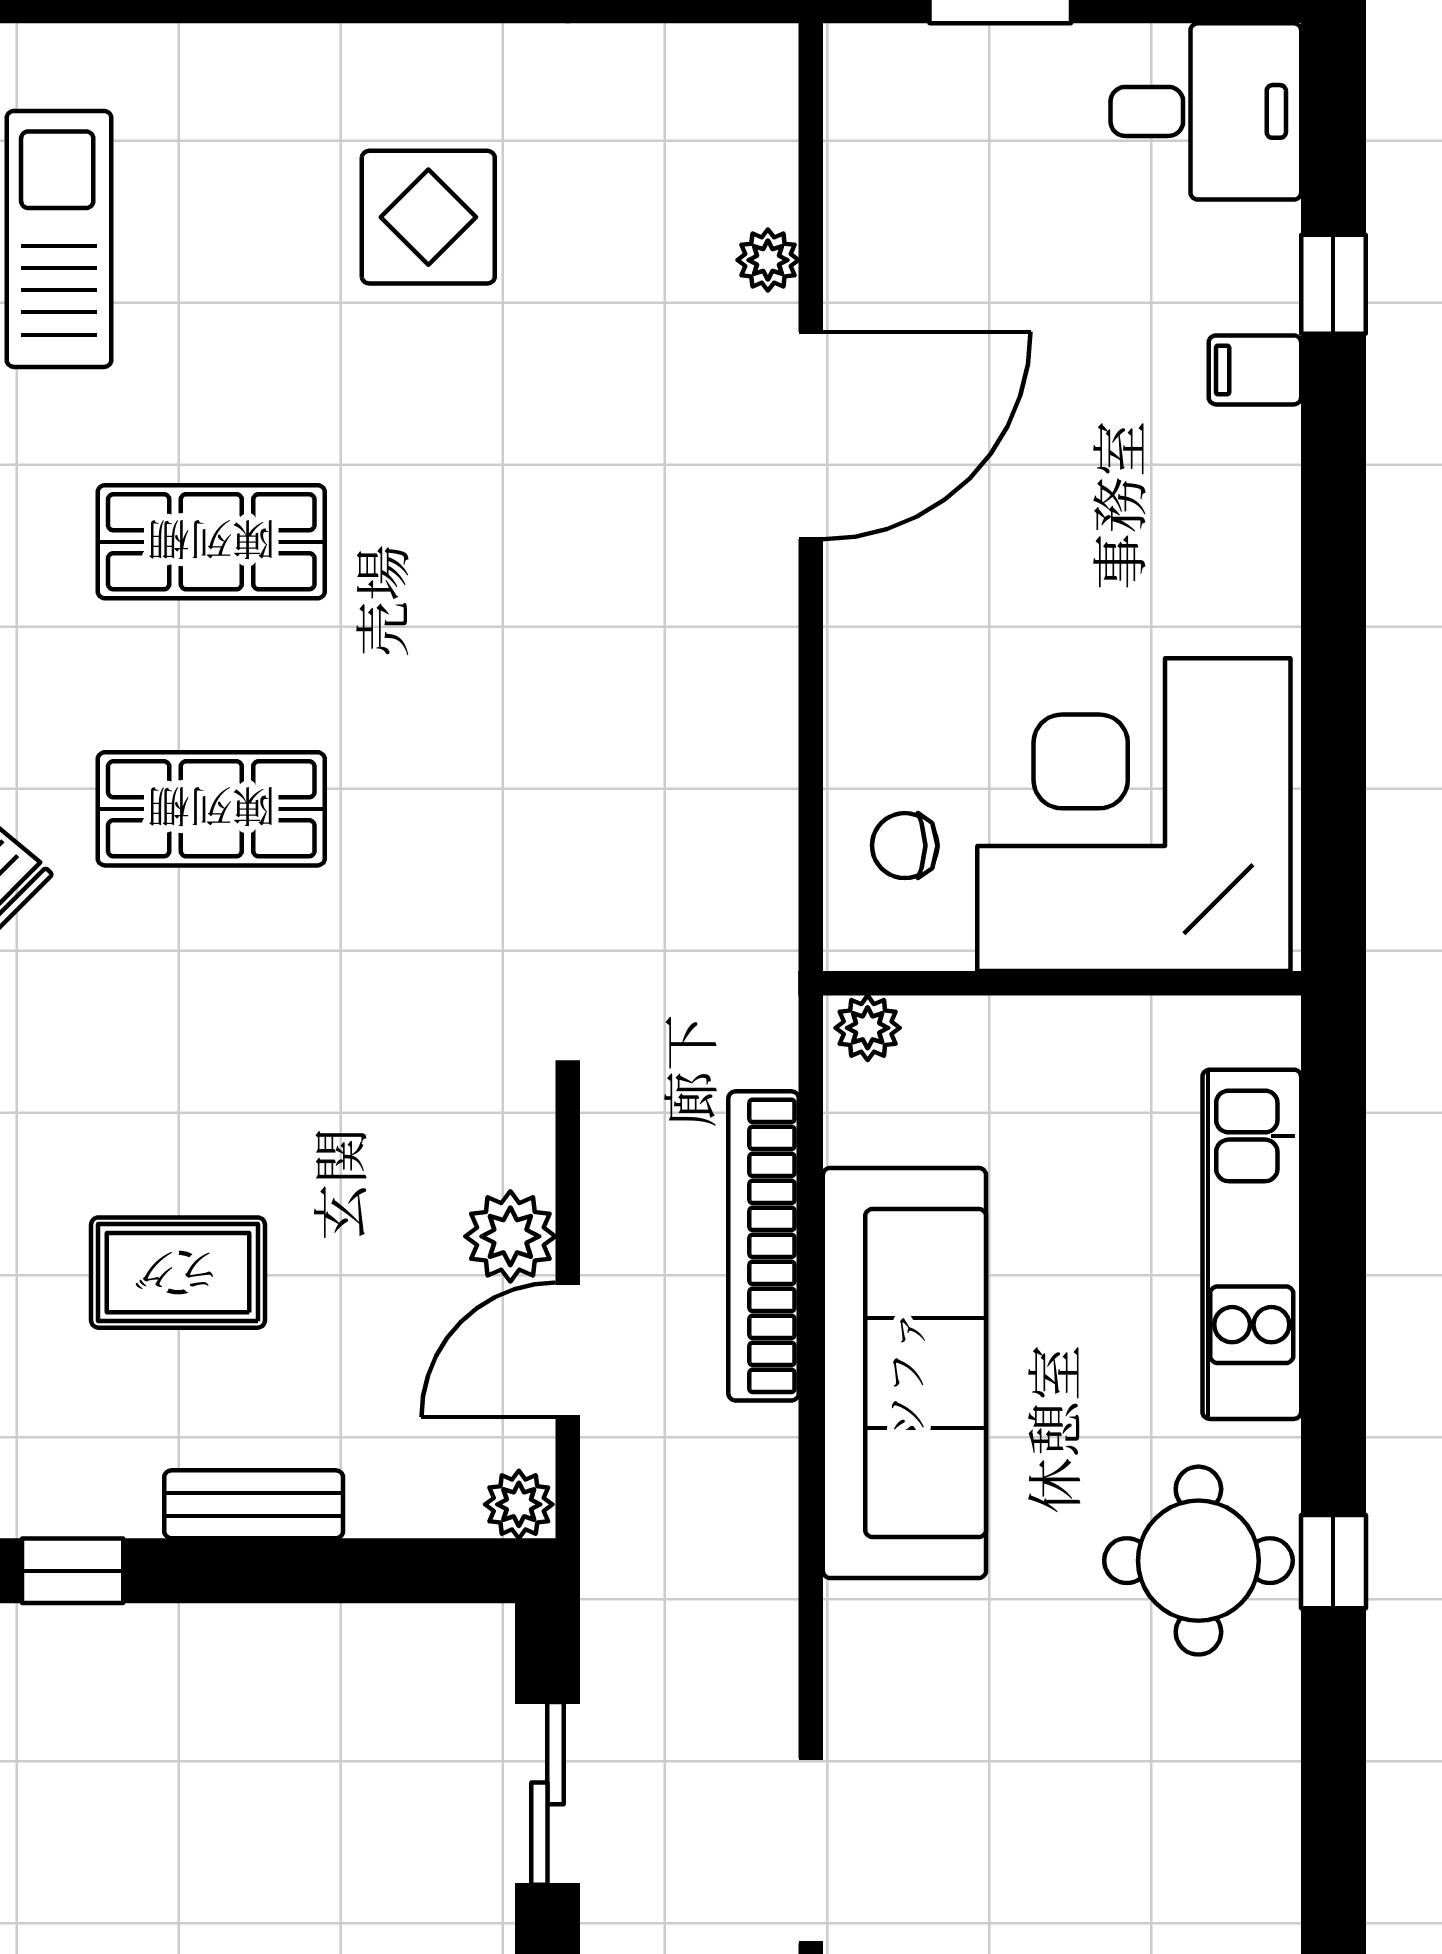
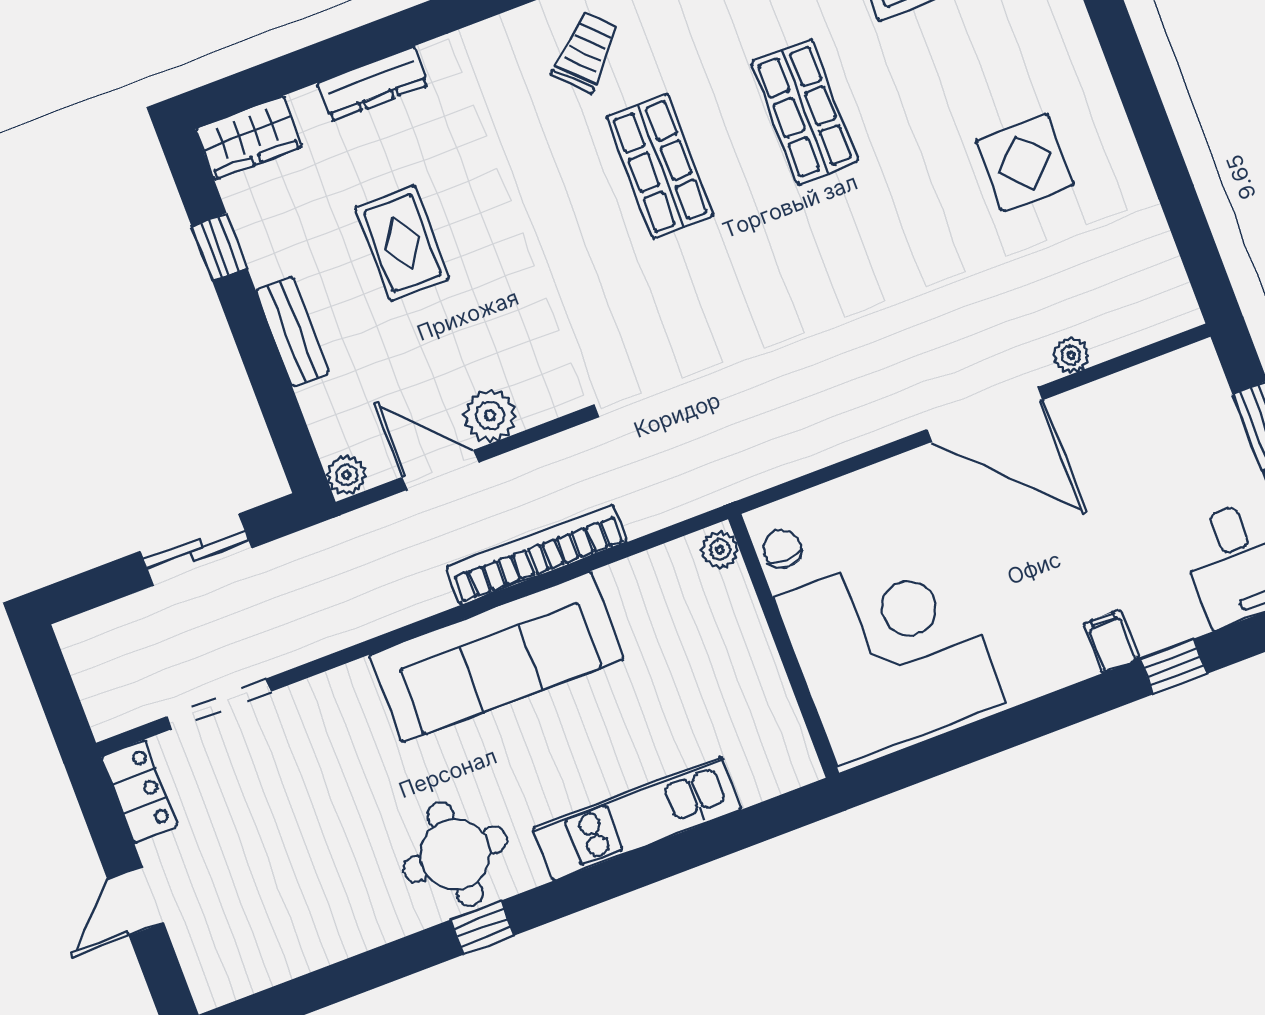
corner desk: (1134, 815) -> (890, 650), moved
wall: (1062, 983) -> (784, 646), moved
plant: (868, 1028) -> (720, 550), moved

